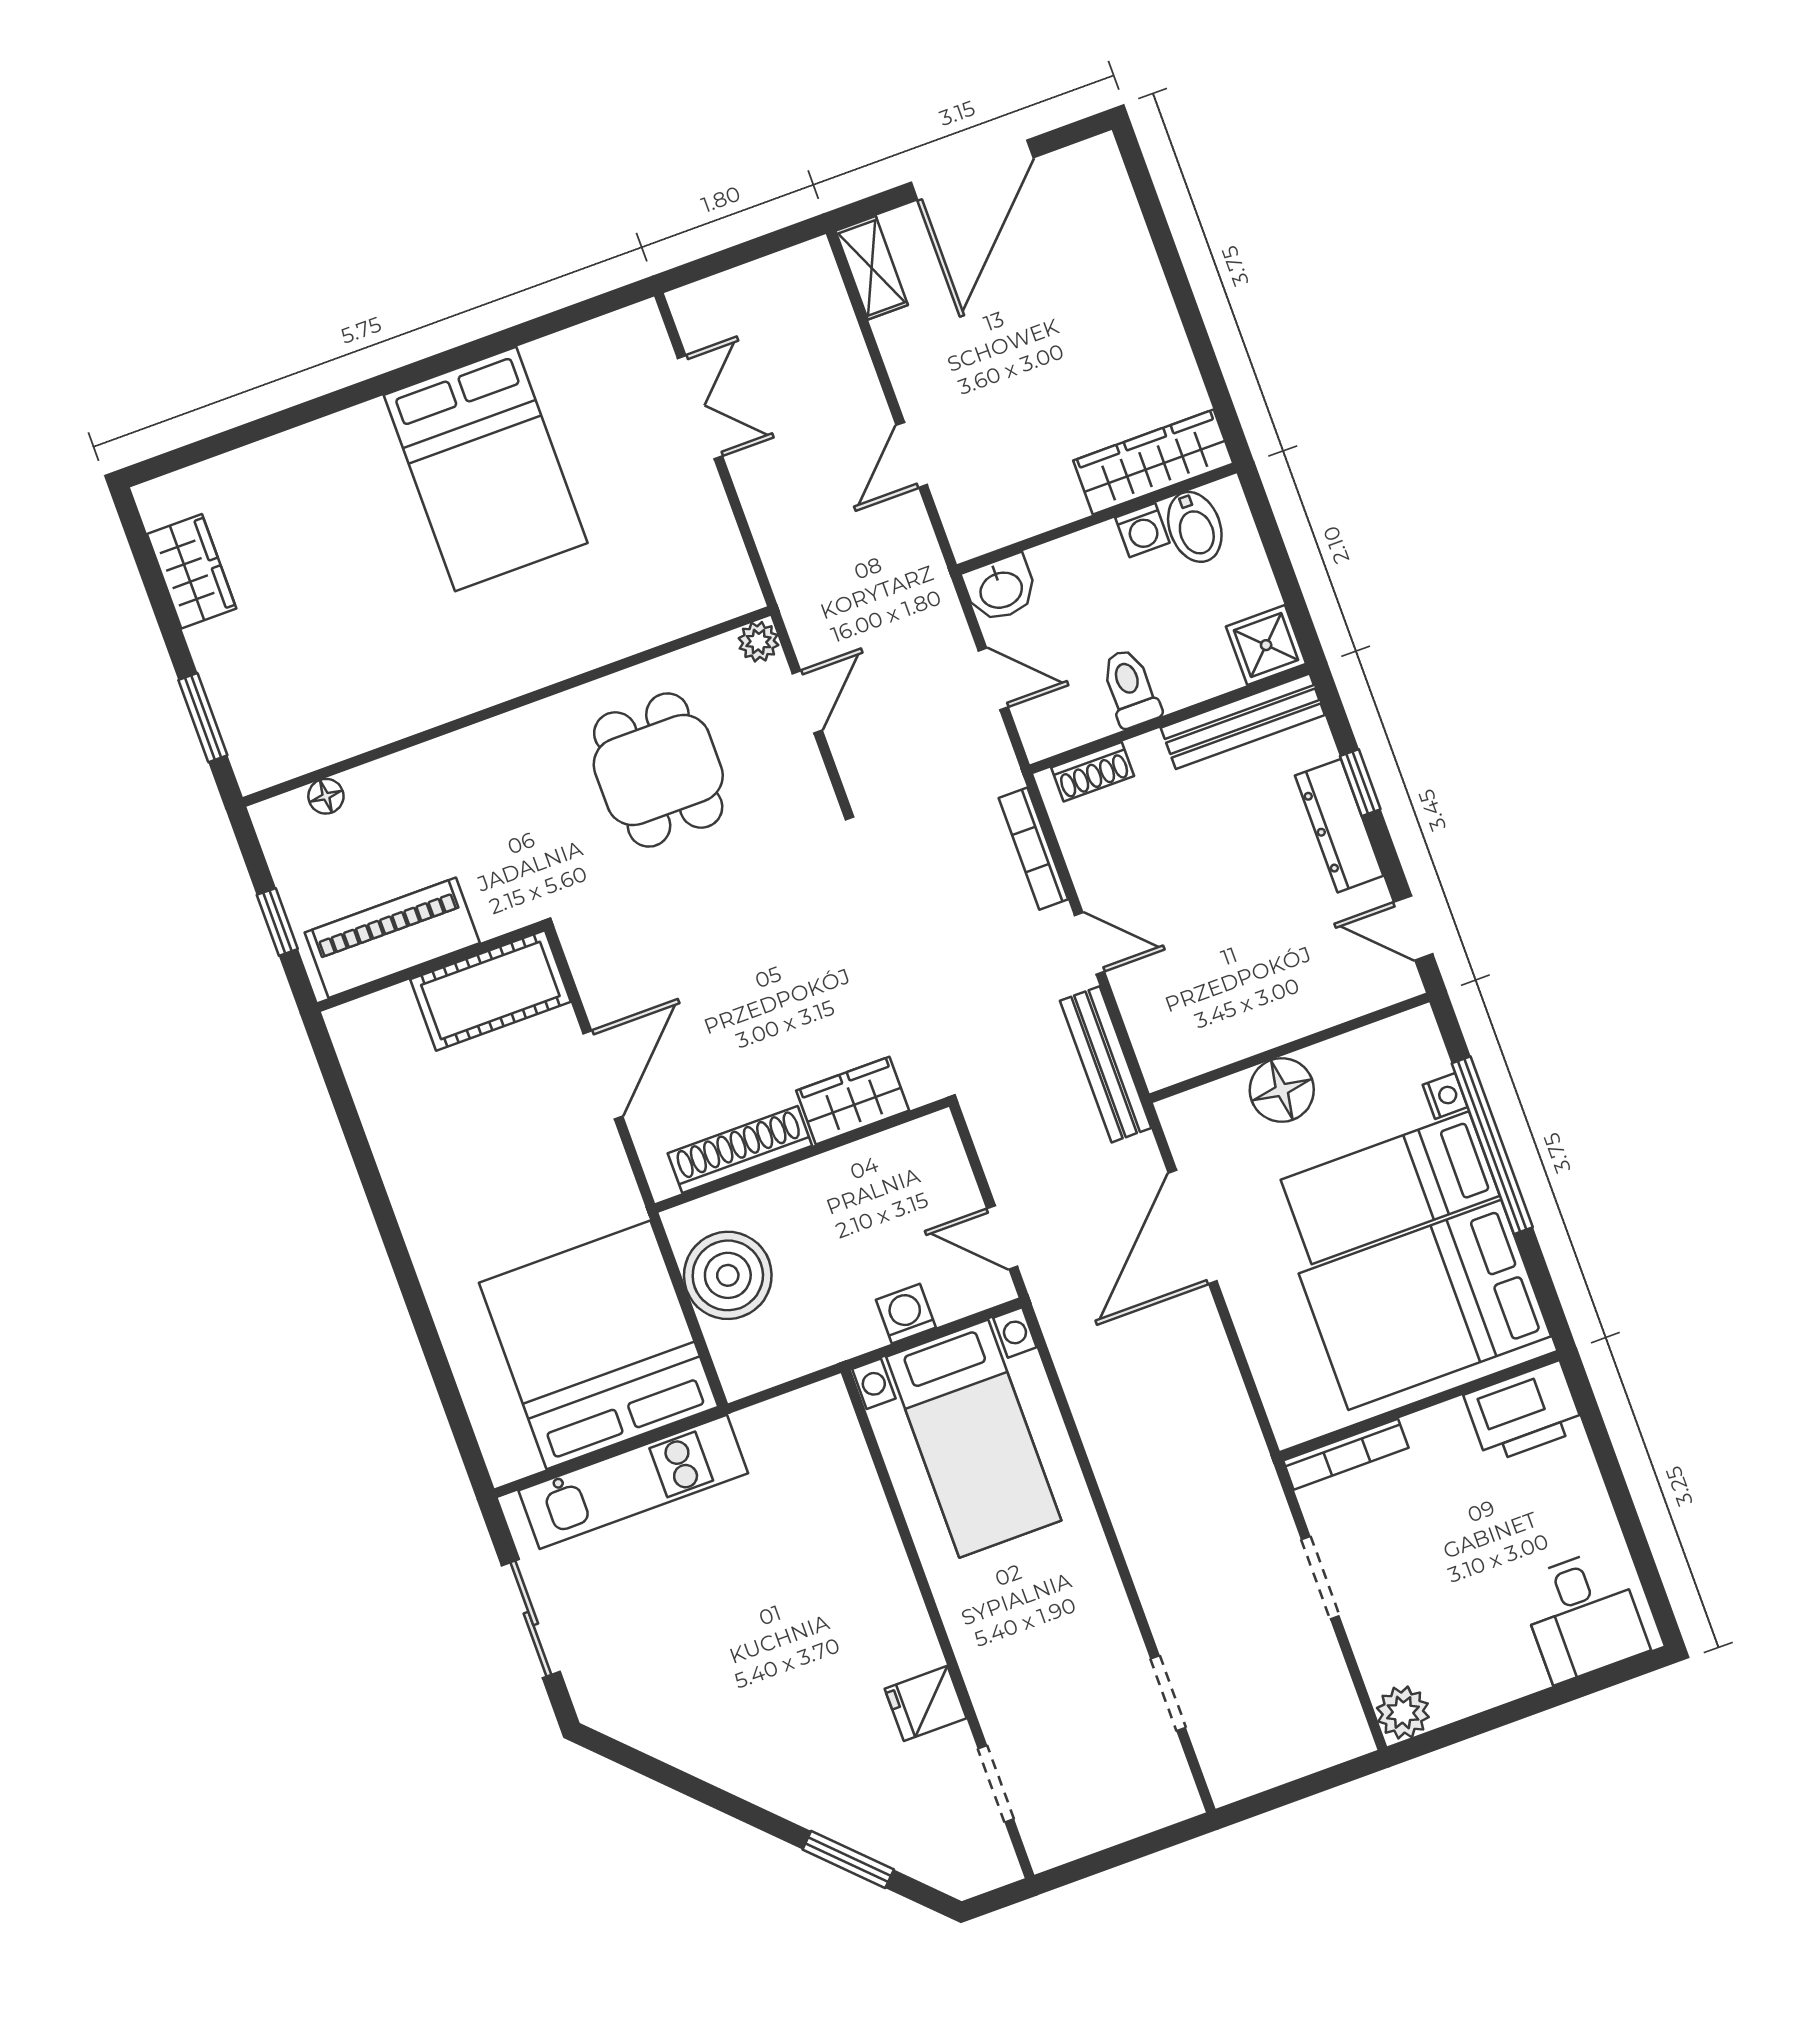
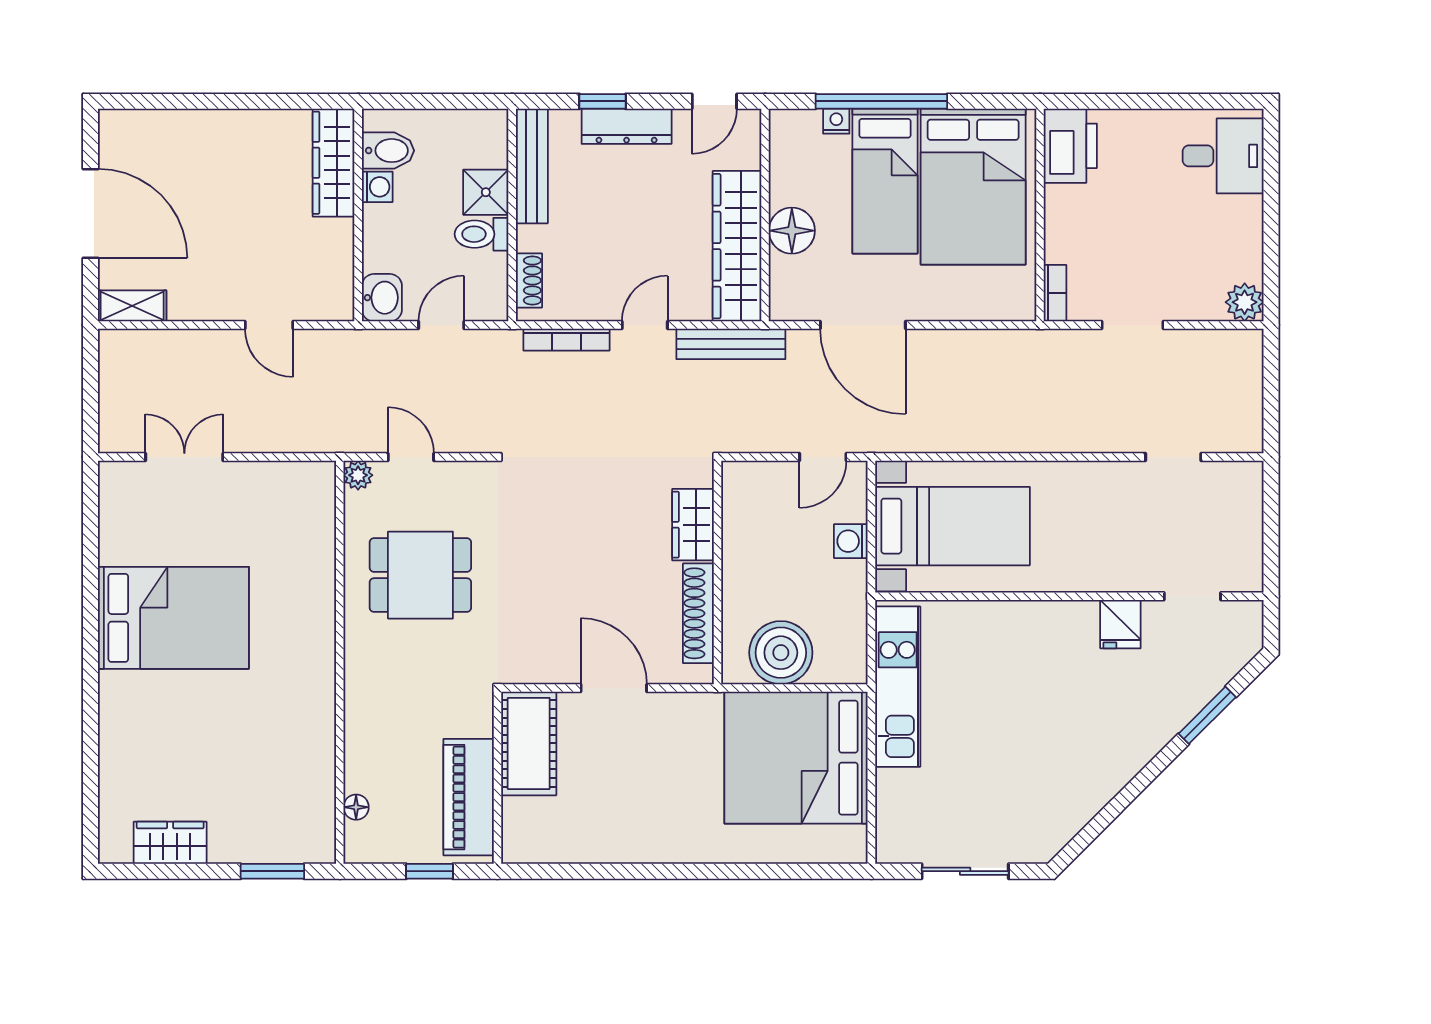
shower: (1266, 645) -> (486, 192), moved
wardrobe: (1236, 1026) -> (737, 246), added
bookcase: (1346, 1454) -> (1055, 293), width x0.64
kitchen unit: (633, 1482) -> (898, 687), moved

